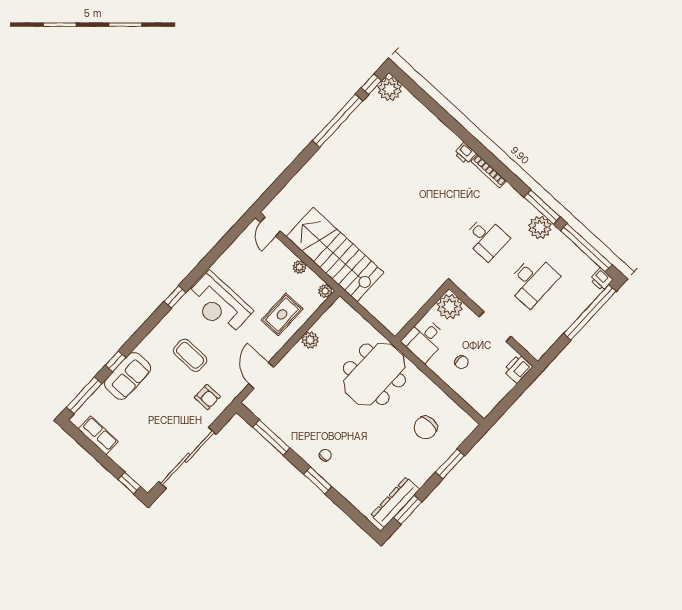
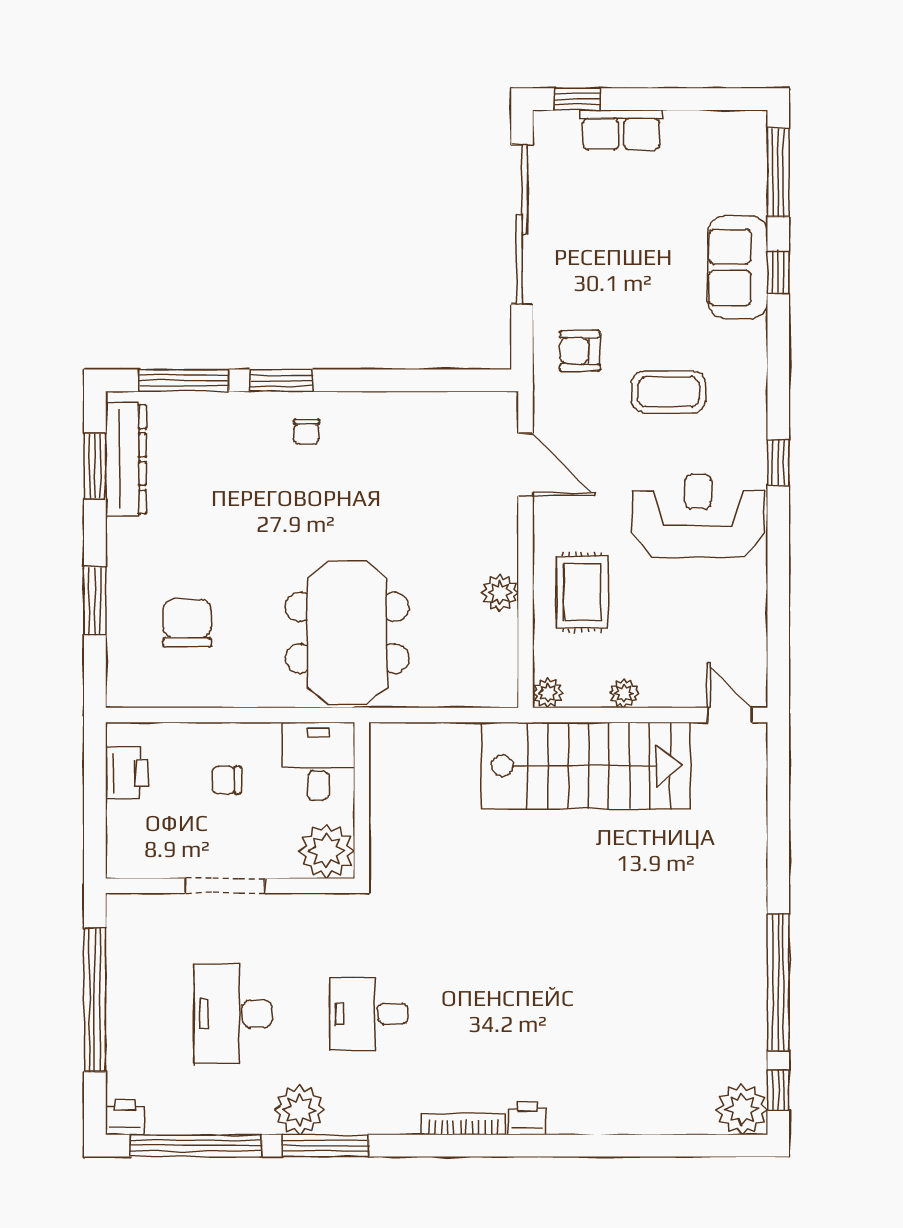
window: (590, 312) -> (95, 1000), moved
printer: (518, 368) -> (127, 773), moved
row of seats: (98, 435) -> (621, 130), moved
window: (271, 438) -> (184, 380), moved

